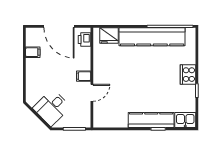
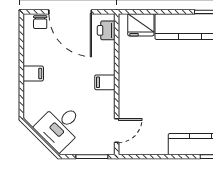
chair: (38, 34) -> (40, 22), added
filing cabinet: (33, 52) -> (33, 74), moved
door: (92, 93) -> (117, 131), moved

